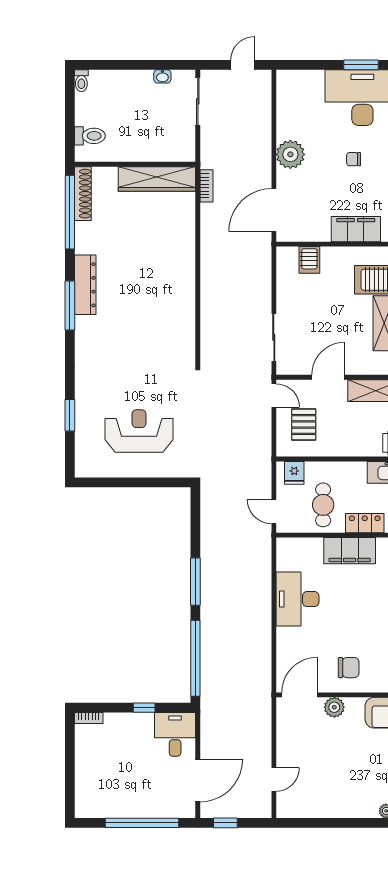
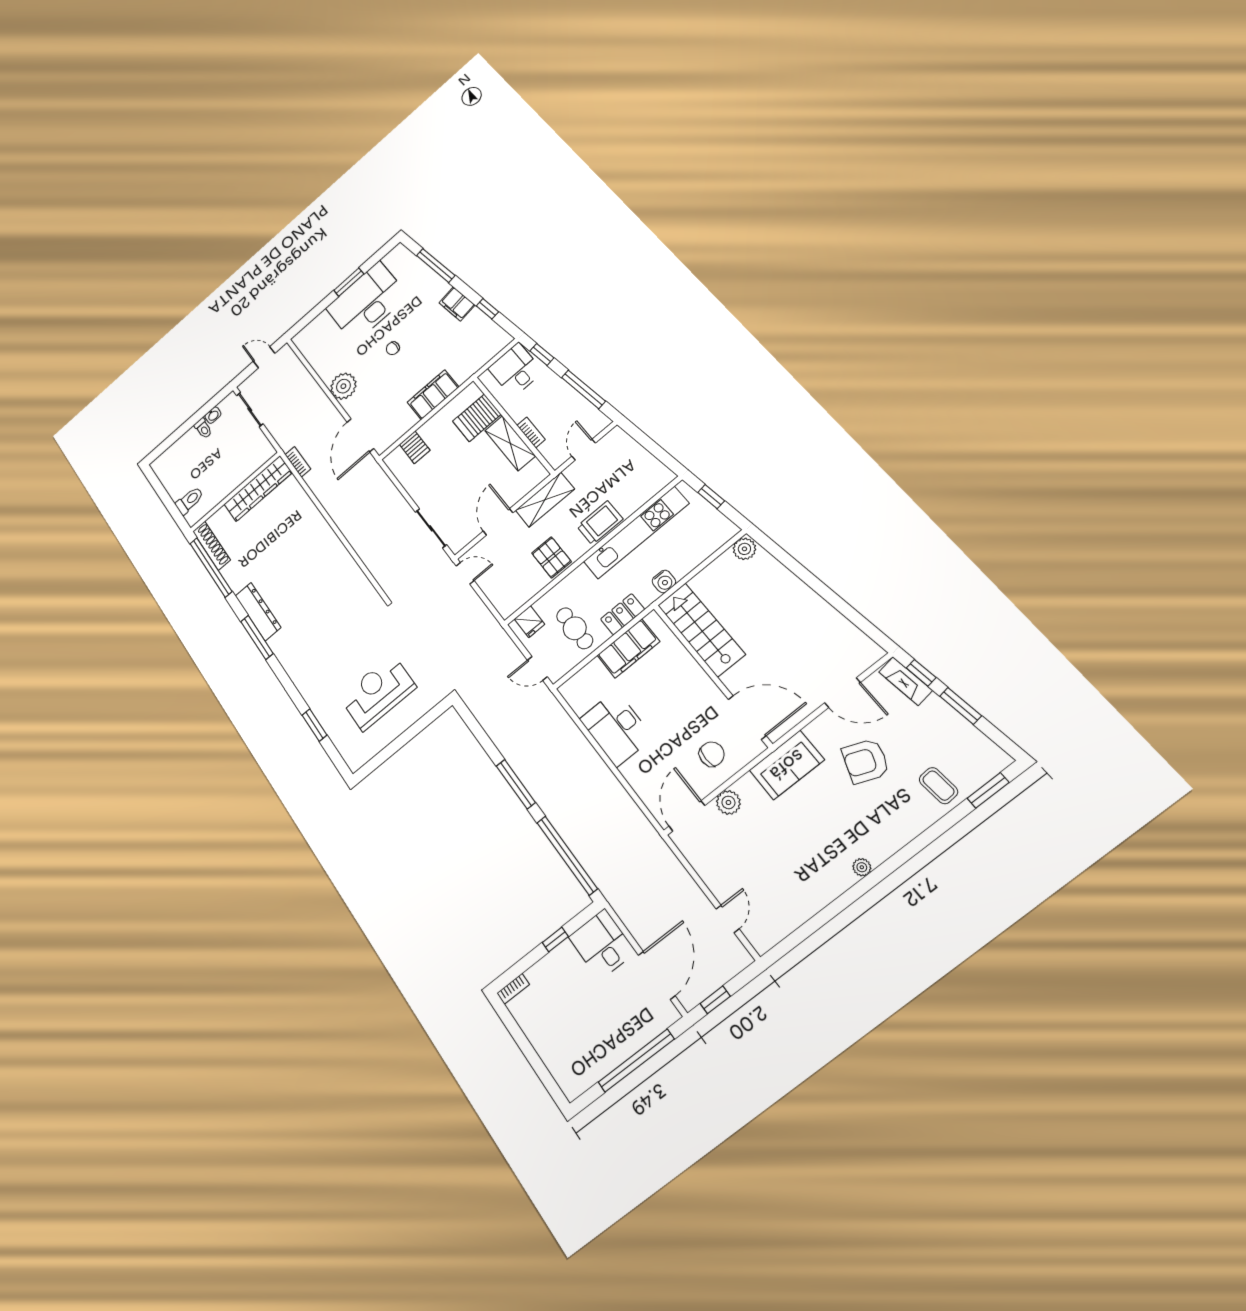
door: (243, 65) -> (264, 357), hinge flipped
toilet: (81, 81) -> (203, 428), moved
pallet: (304, 425) -> (551, 557), moved

